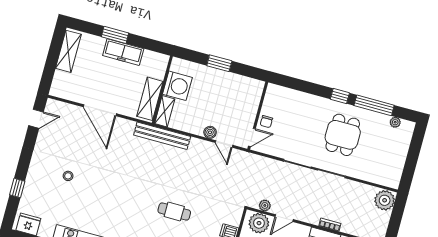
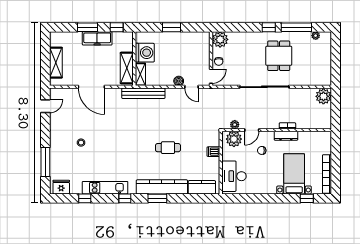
window: (151, 45) -> (117, 27), added
shelving: (68, 51) -> (56, 63), moved
plant: (275, 95) -> (220, 39), added
window: (17, 188) -> (45, 162), width x2.17

